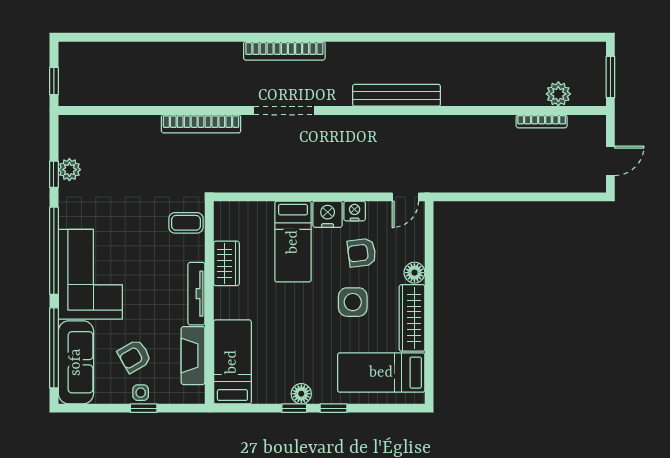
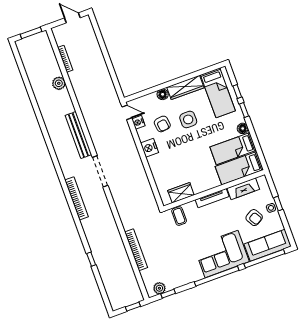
window: (166, 37) -> (91, 259), added
plant: (558, 94) -> (59, 83), moved
doorway: (284, 111) -> (100, 171), moved
bookcase: (201, 124) -> (136, 250), moved
plant: (69, 170) -> (159, 288), moved
window: (54, 174) -> (168, 294), moved
nightstand: (355, 211) -> (138, 122), moved
bed: (293, 242) -> (233, 149), moved, turned 180
wardrobe: (226, 263) -> (181, 193), moved
window: (294, 408) -> (237, 92), moved

